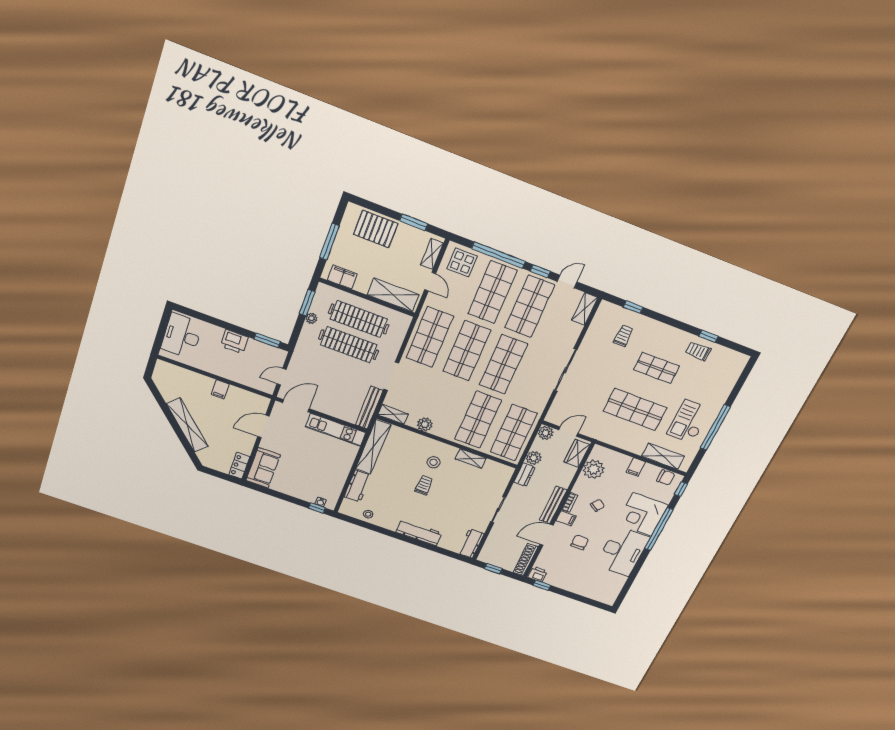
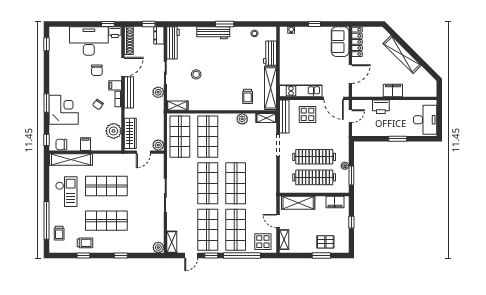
window: (414, 222) -> (321, 256), moved
pallet: (376, 229) -> (325, 242), width x0.67, depth x0.71
window: (329, 242) -> (351, 222), width x0.46
window: (633, 307) -> (121, 256), moved
plant: (606, 309) -> (158, 247), added
trolley: (623, 336) -> (59, 233), moved
shop shelf: (430, 337) -> (263, 183), removed
window: (267, 340) -> (398, 139), moved
printer: (234, 342) -> (381, 107), moved, turned 180
shop shelf: (657, 368) -> (106, 221), width x1.43, depth x1.36
filing cabinet: (220, 389) -> (393, 90), width x2.00
display table: (337, 399) -> (308, 114), added
door: (296, 406) -> (334, 98), hinge flipped
window: (715, 427) -> (46, 220), moved
wardrobe: (577, 453) -> (130, 133), width x1.50
shelving: (663, 456) -> (71, 160), width x1.47
plant: (534, 458) -> (158, 92), moved
shelving: (471, 459) -> (177, 106), moved
stool: (434, 462) -> (196, 74), moved
locker: (239, 466) -> (357, 42), width x1.53
dresser: (525, 475) -> (159, 35), moved
trolley: (424, 485) -> (248, 96), moved
window: (317, 508) -> (315, 24), moved
window: (659, 529) -> (46, 103), width x0.47
window: (401, 537) -> (225, 24), added
workbench: (471, 543) -> (173, 43), width x1.38
desk: (622, 551) -> (89, 41), moved, turned 90
window: (625, 590) -> (46, 44), added

